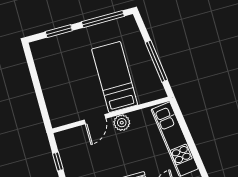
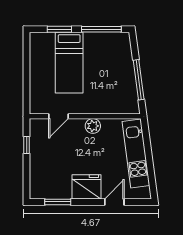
bed: (115, 77) -> (69, 63), moved, turned 180
door: (95, 119) -> (59, 116), moved

